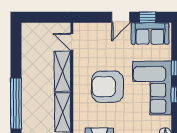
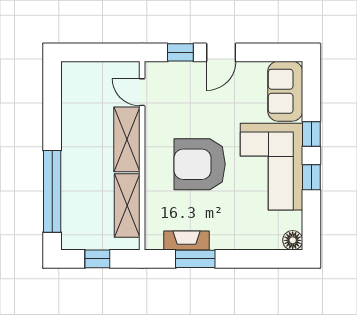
window: (148, 17) -> (180, 52), moved
sofa: (150, 34) -> (285, 91), moved, turned 90

